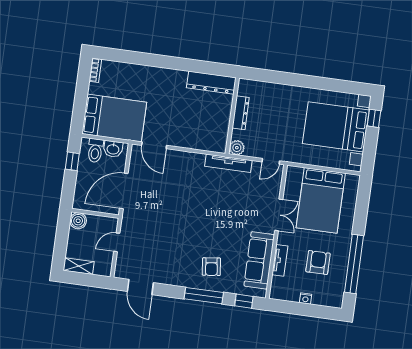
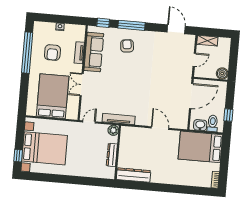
door: (154, 145) -> (160, 128), moved
shelving: (79, 266) -> (207, 41), moved

